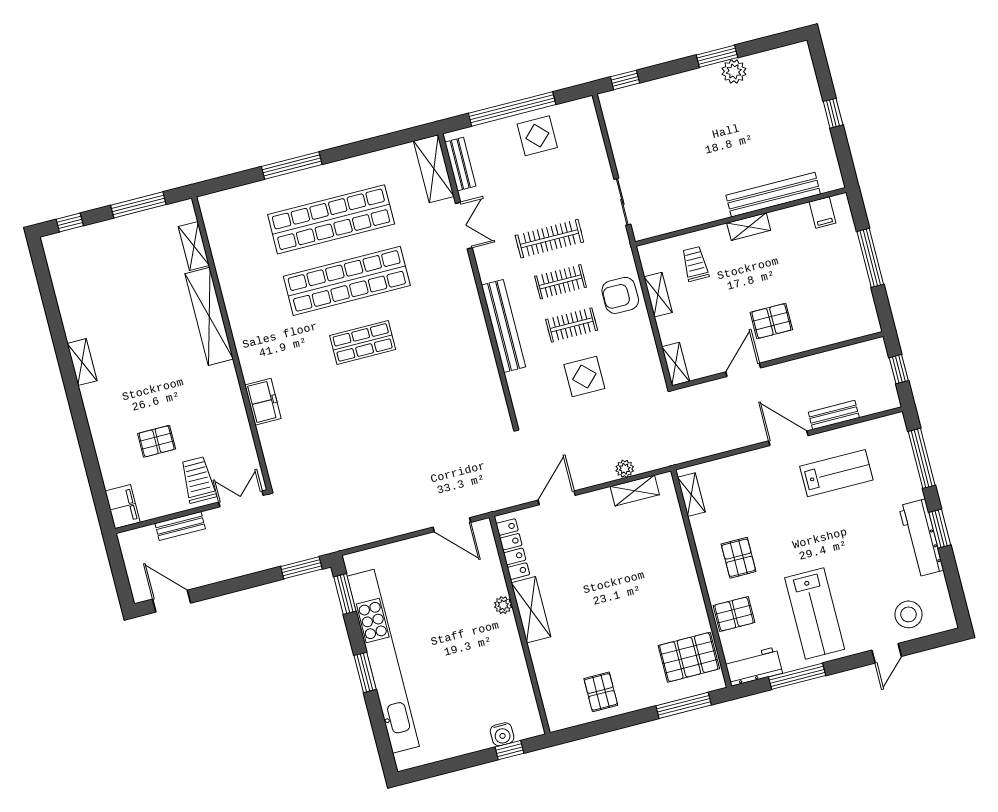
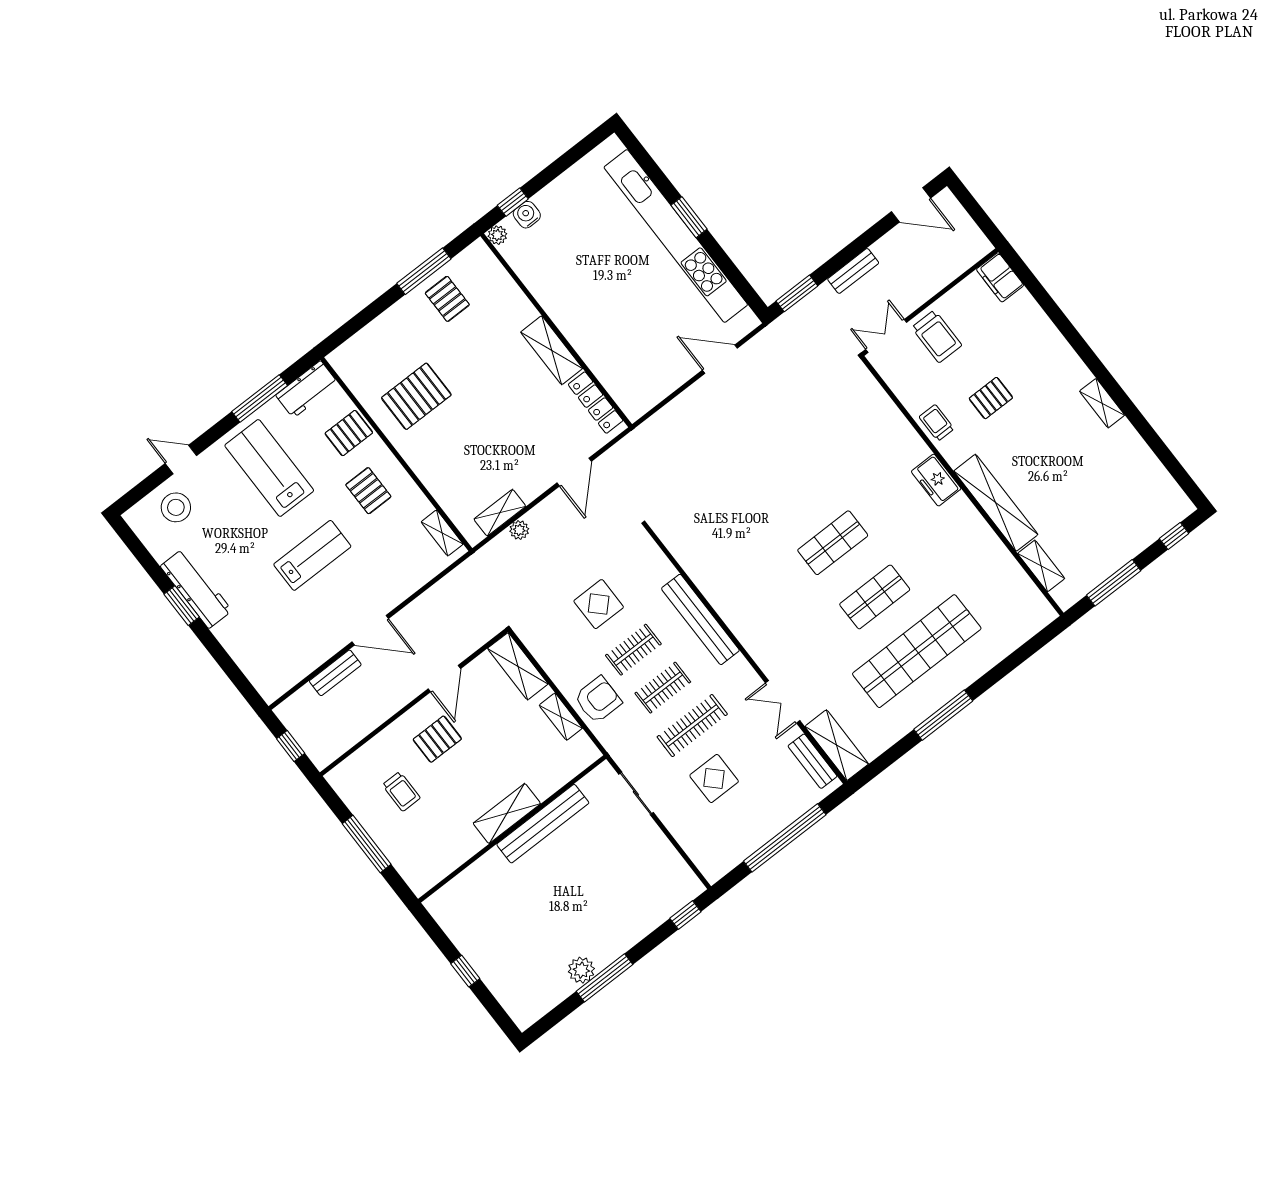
window: (717, 56) -> (604, 978), width x1.44
display table: (537, 136) -> (714, 778), moved
window: (292, 166) -> (943, 715), moved
bench: (773, 195) -> (543, 824), moved
filing cabinet: (823, 212) -> (433, 868), removed
shelving: (749, 227) -> (507, 813), width x1.50, depth x1.33
trolley: (695, 264) -> (401, 791), moved
shop shelf: (347, 281) -> (875, 597), width x0.50, depth x0.74
shelving: (676, 364) -> (518, 666), width x1.50, depth x1.33
freezer: (263, 402) -> (936, 480), moved
trolley: (230, 406) -> (937, 423), added
pallet: (157, 441) -> (991, 398), moved
window: (922, 458) -> (230, 668), removed
lab bench: (836, 473) -> (312, 555), moved, turned 180
double door: (241, 499) -> (886, 336), swing flipped
door: (452, 525) -> (720, 359), moved
bench: (180, 526) -> (853, 271), moved
window: (345, 594) -> (742, 286), removed
plant: (503, 605) -> (497, 235), moved
door: (887, 653) -> (181, 460), hinge flipped
pallet: (689, 657) -> (416, 396), moved
window: (684, 705) -> (424, 271), moved

